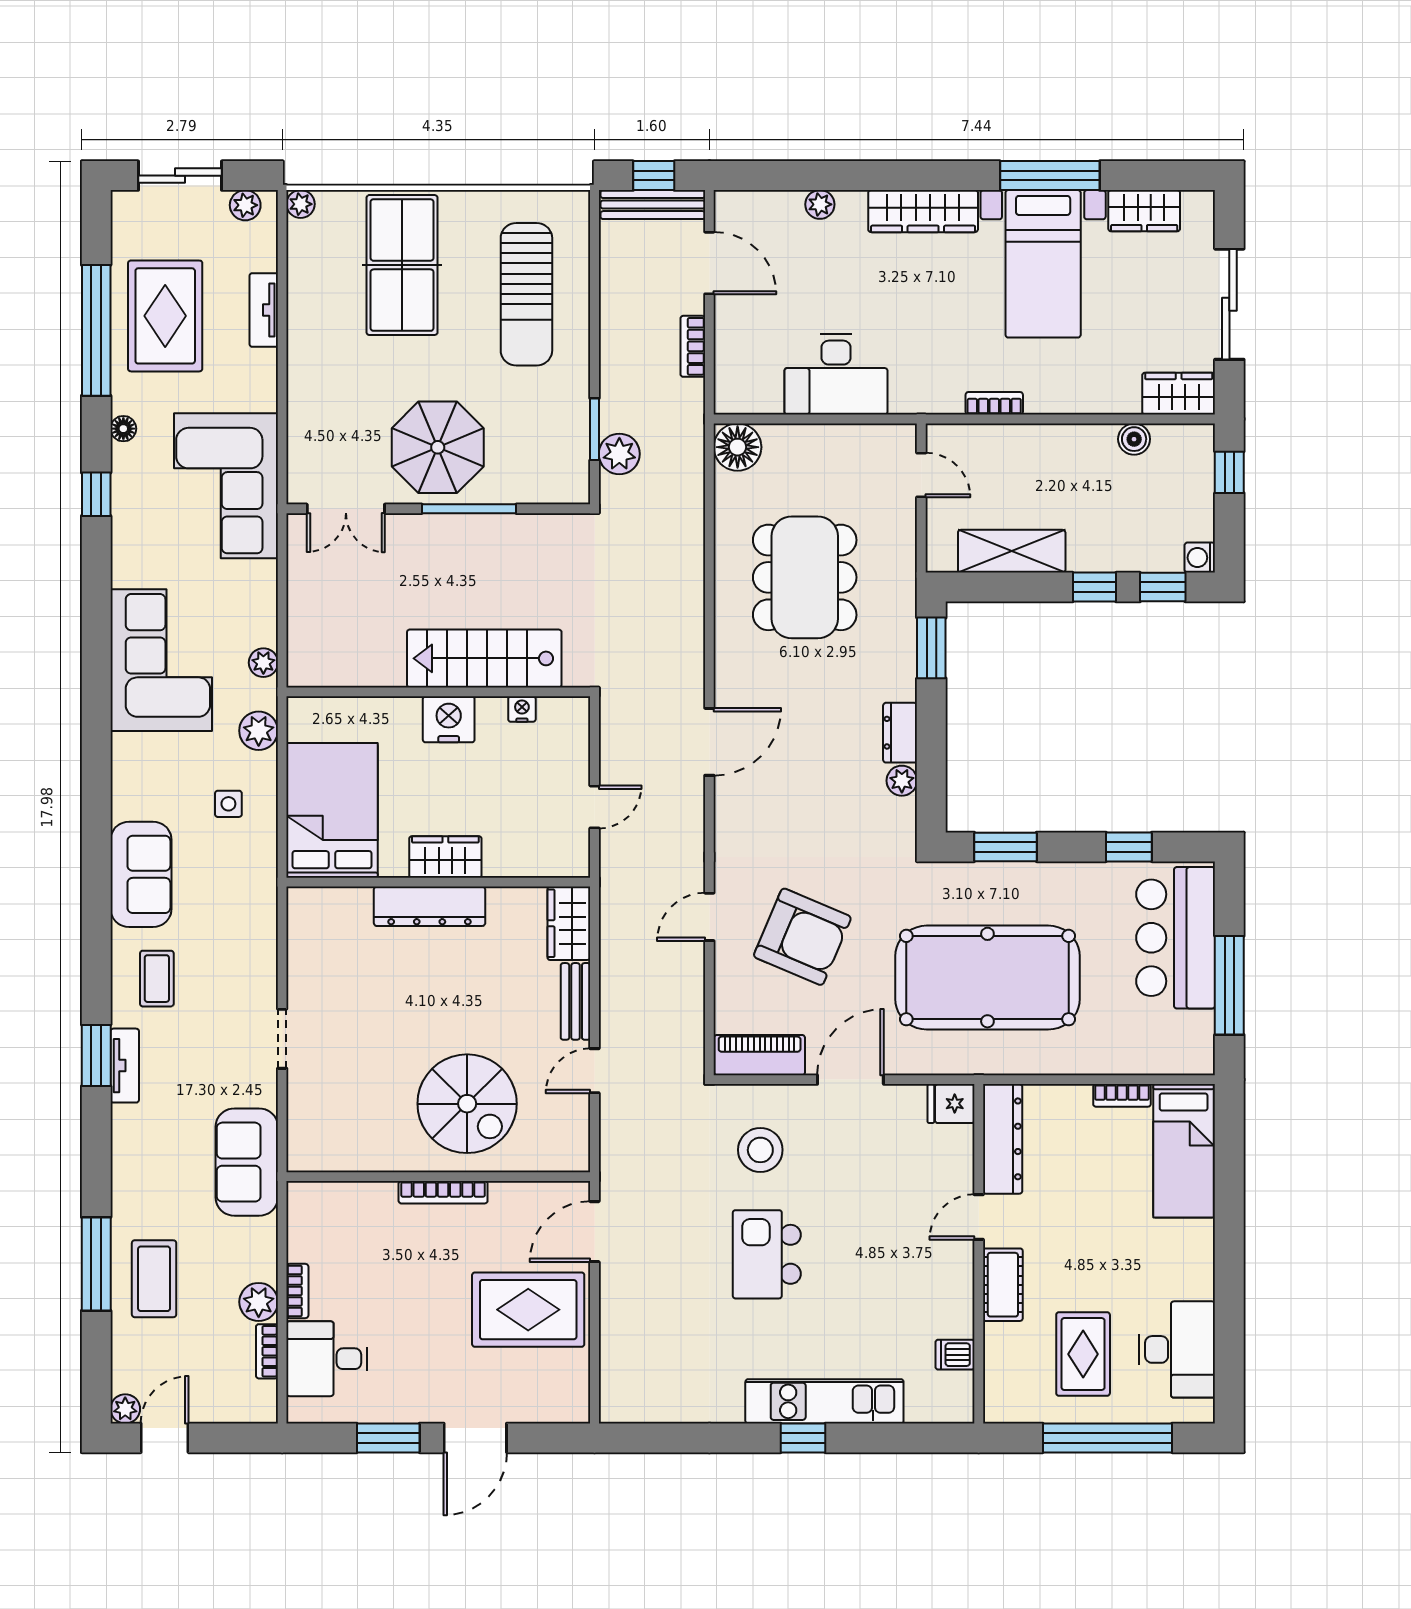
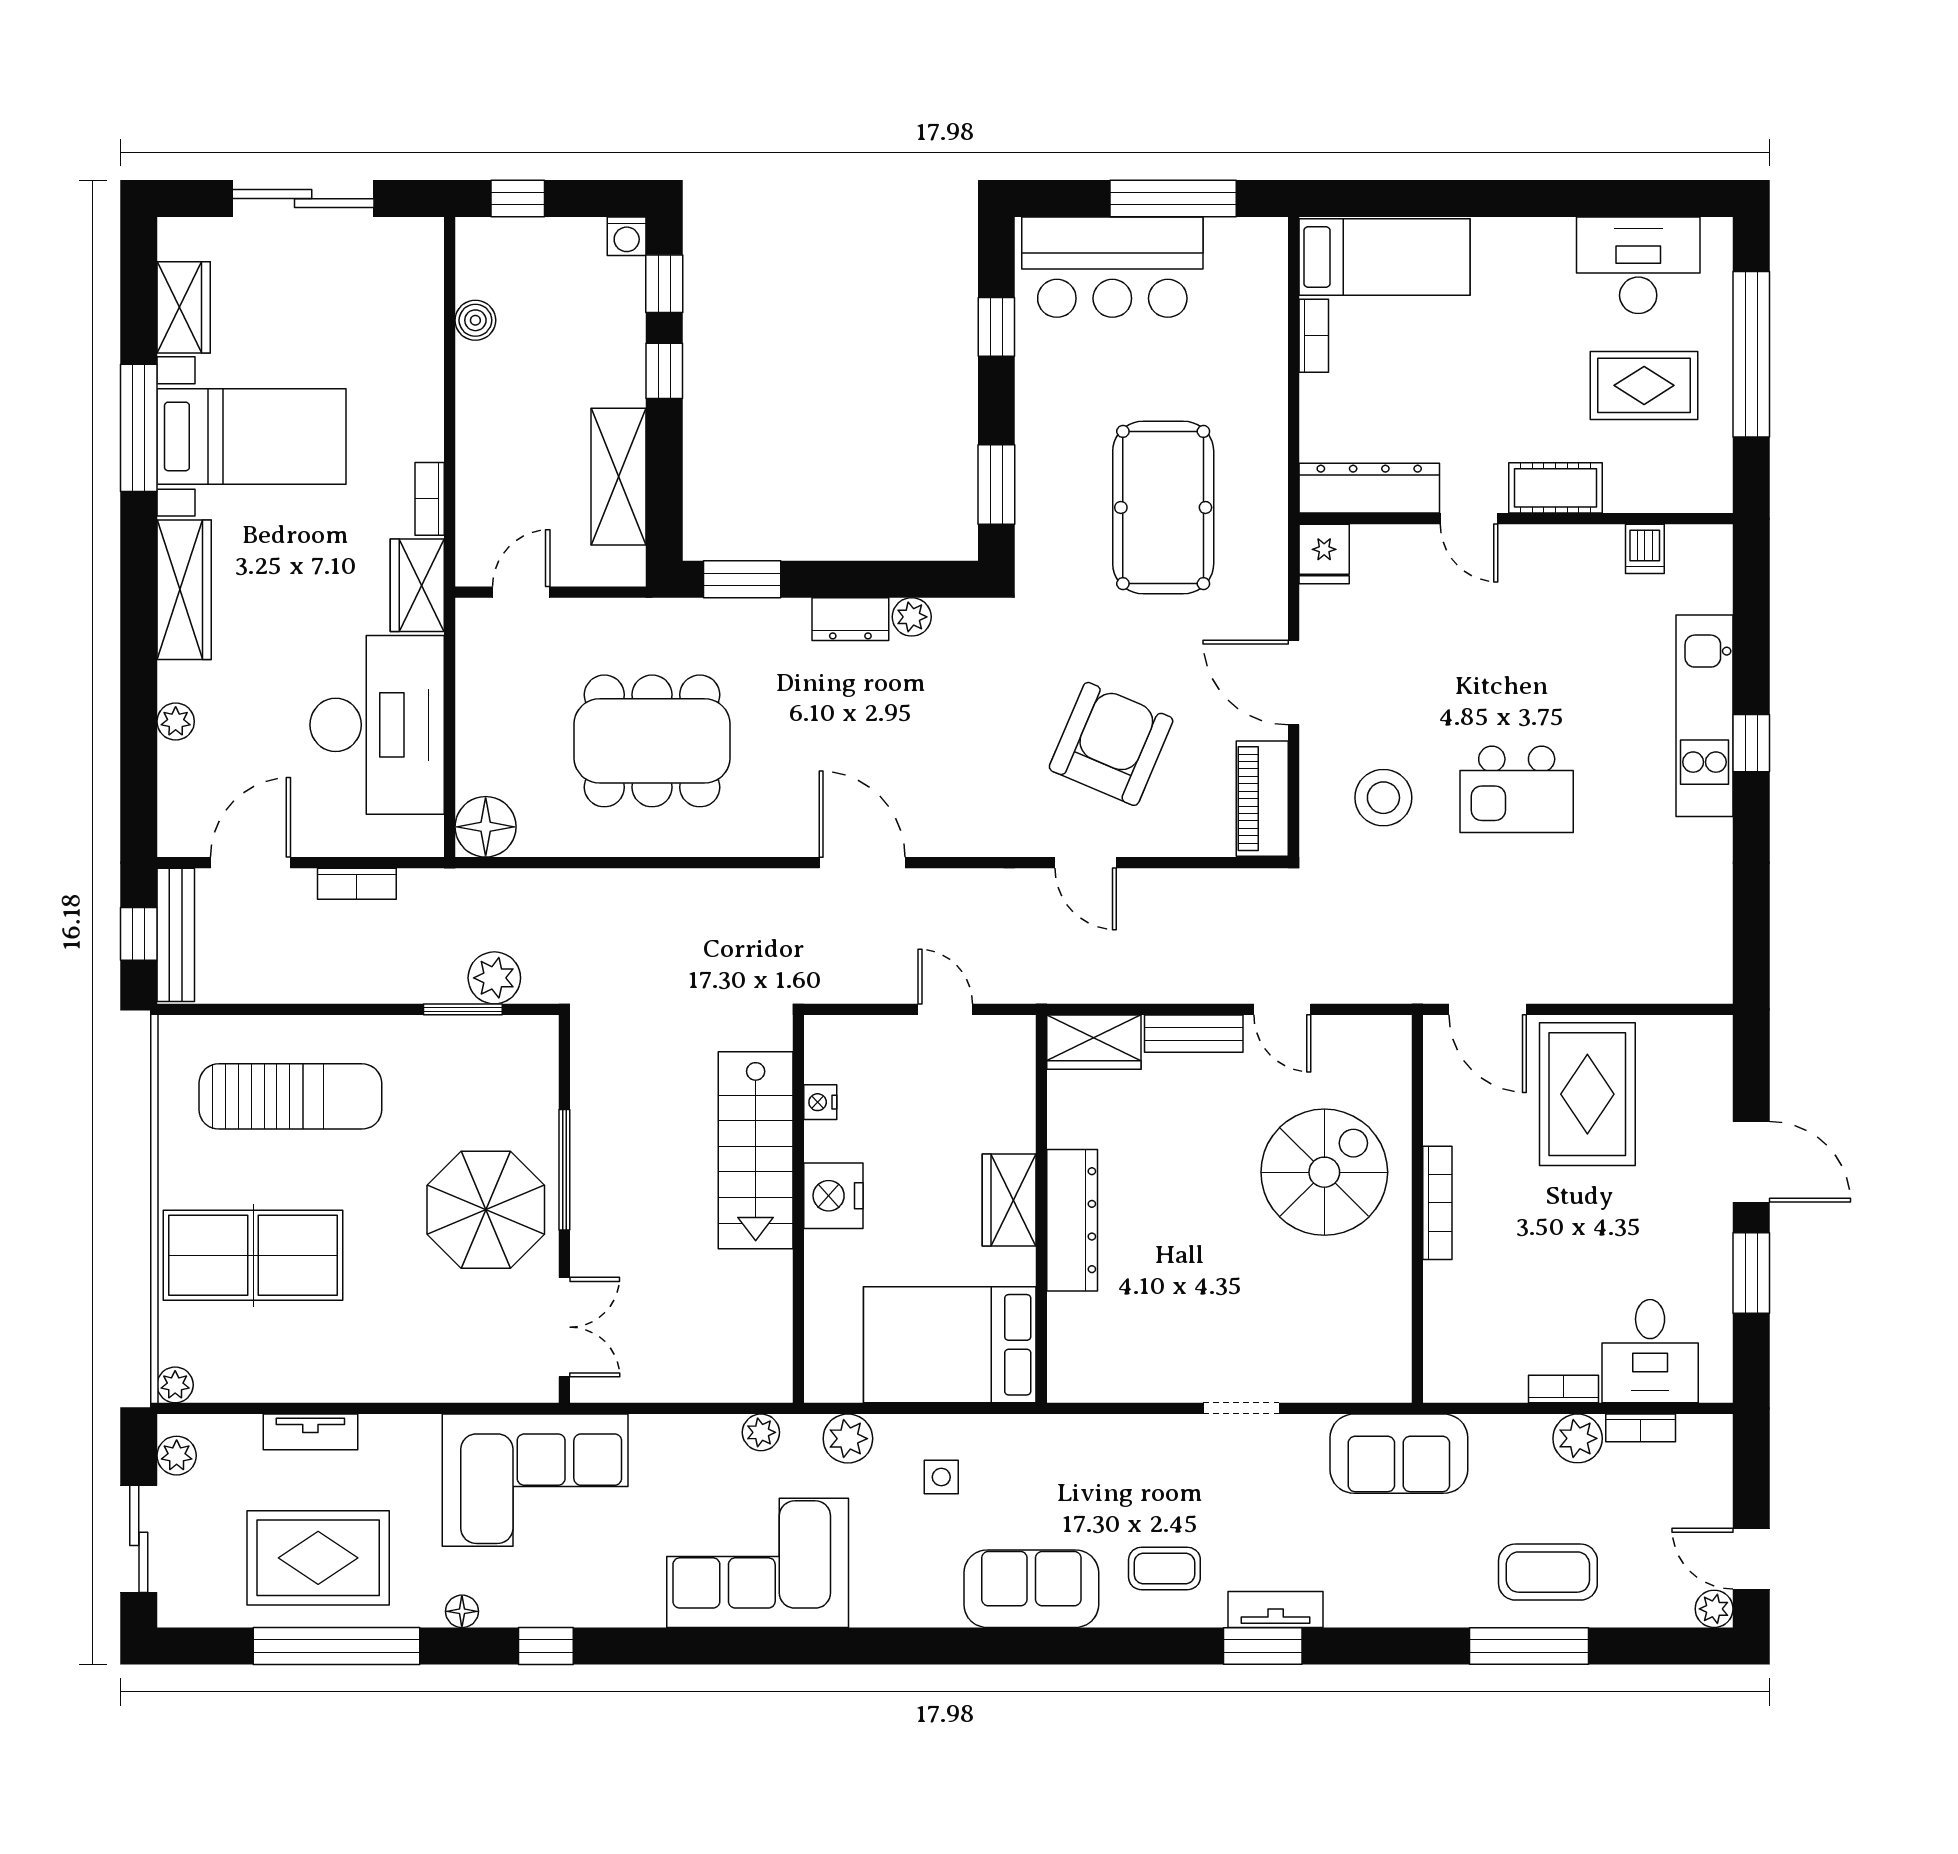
desk: (836, 374) -> (377, 725), width x1.36, depth x1.30
wardrobe: (1179, 394) -> (417, 585), moved
pool table: (987, 978) -> (1163, 507), width x0.73, depth x0.76

